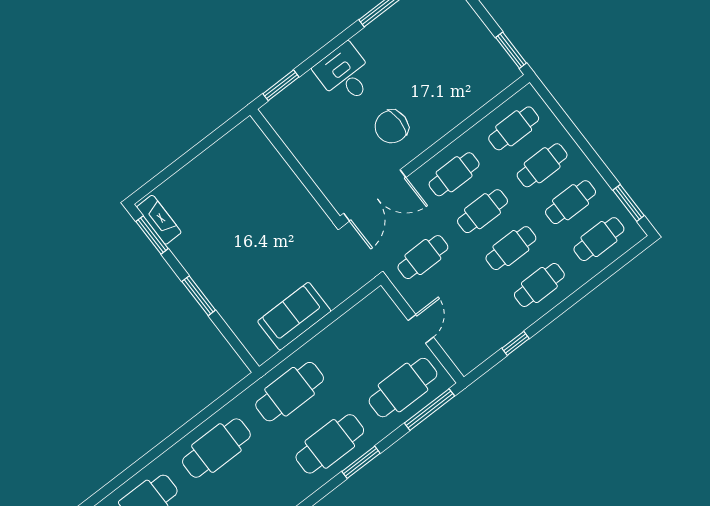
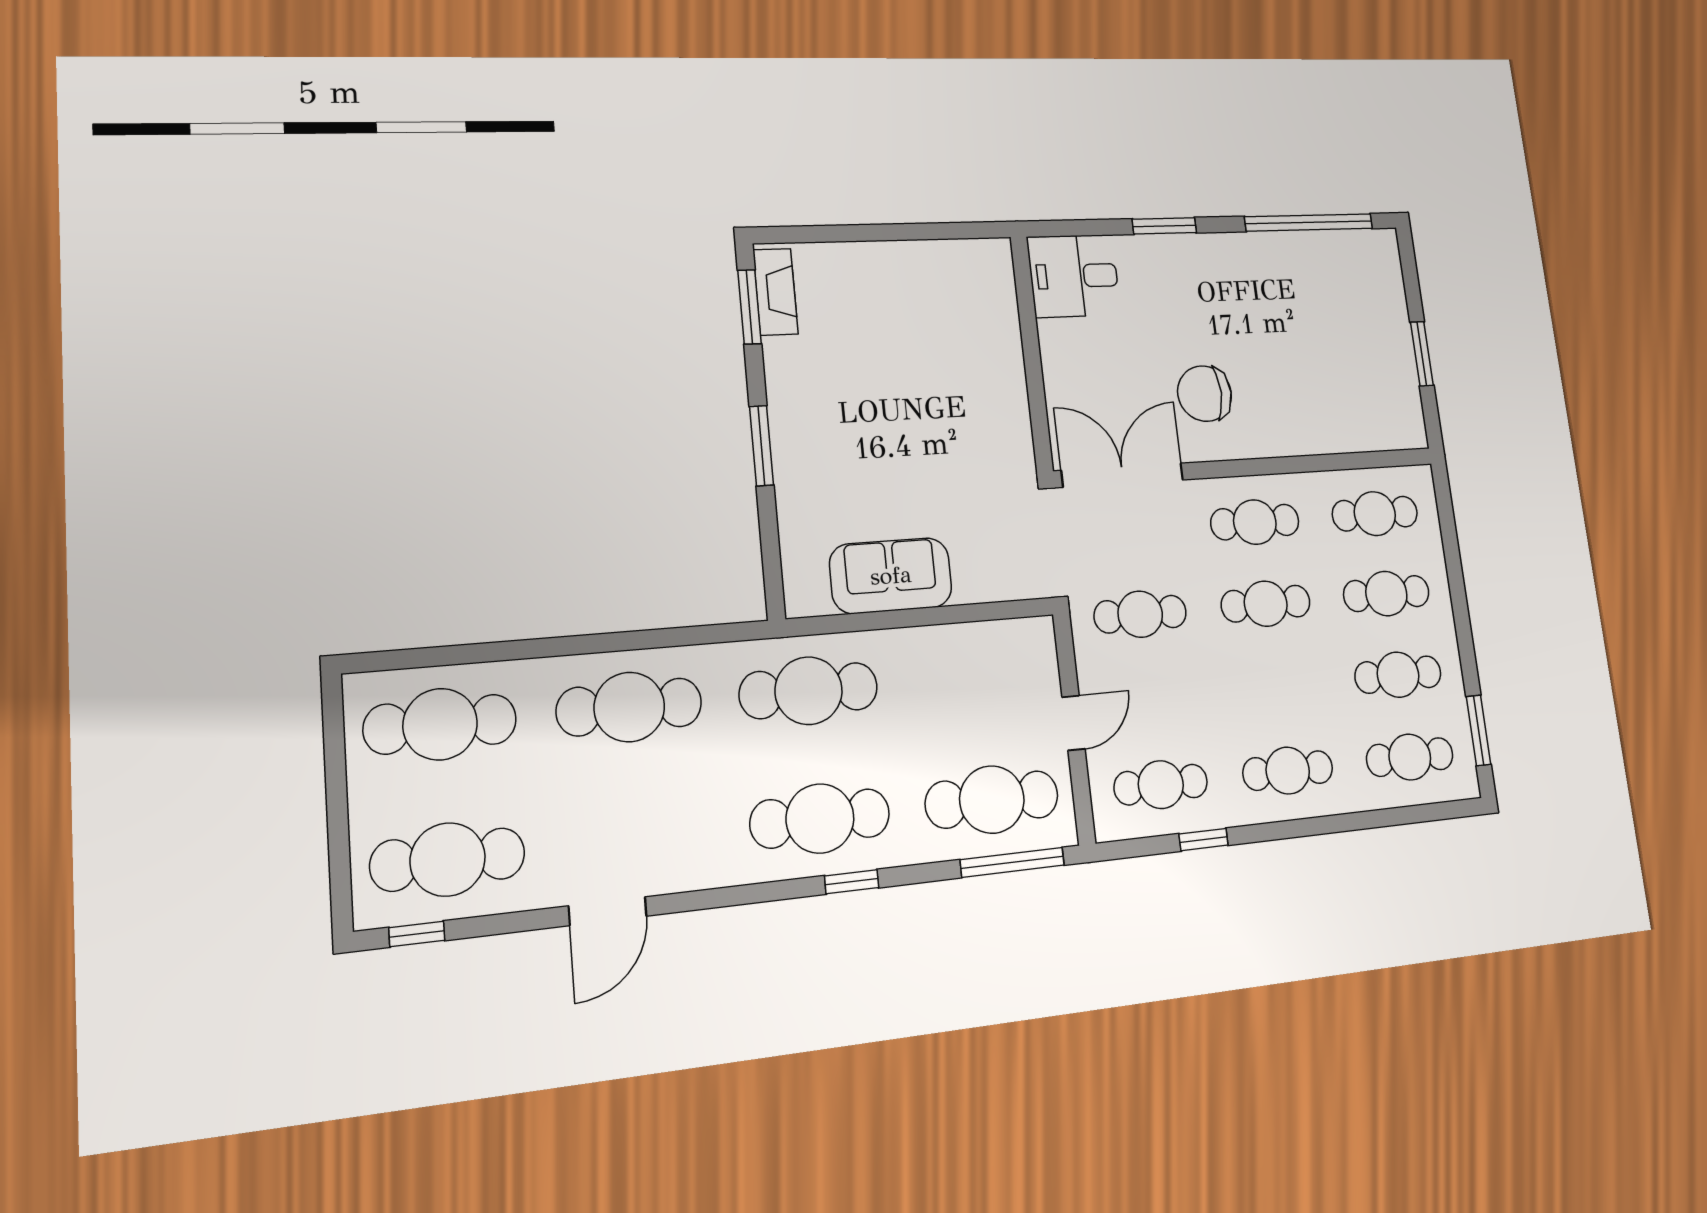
window: (511, 50) -> (1422, 354), moved
desk: (345, 74) -> (1074, 276), moved, turned -90
window: (281, 85) -> (1164, 226), moved
double door: (375, 195) -> (1123, 475), swing flipped
cafe table: (511, 248) -> (1161, 785), moved
window: (361, 462) -> (852, 882), width x0.67

